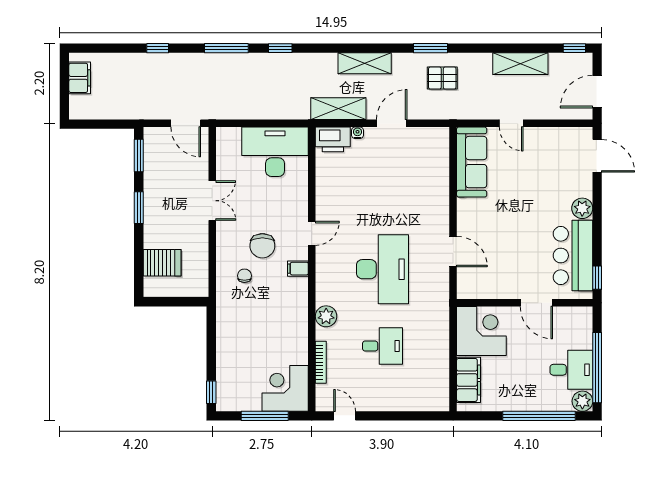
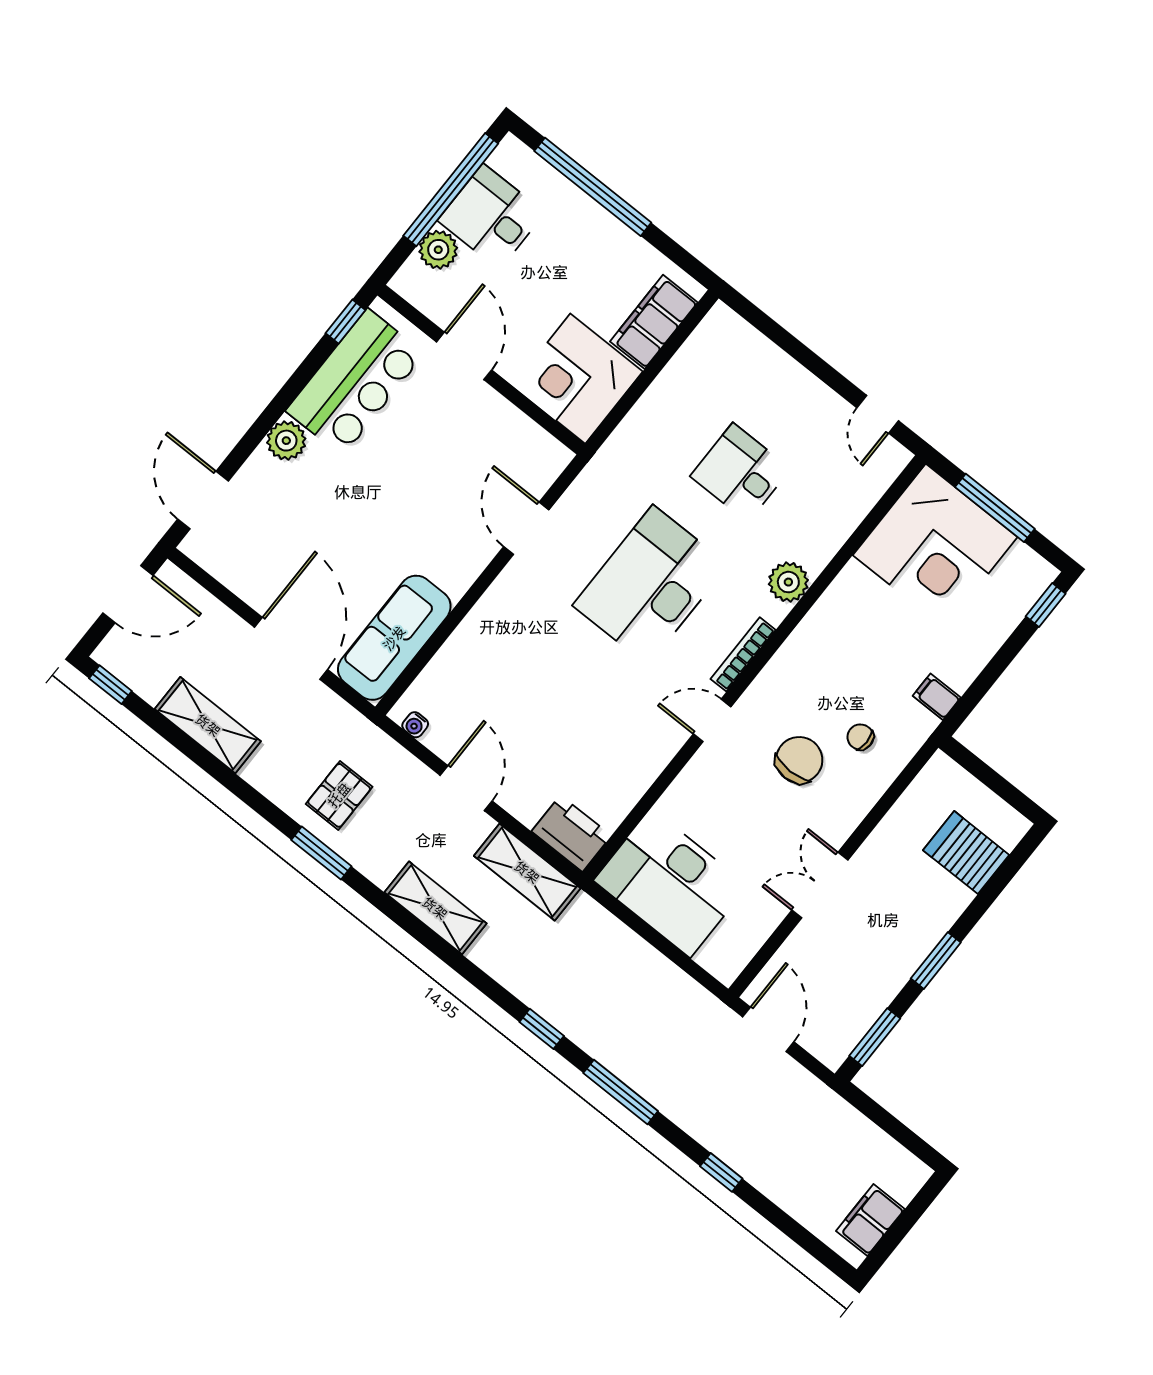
pallet: (442, 78) -> (339, 795), turned 90
door: (392, 123) -> (466, 788), swing flipped
door: (511, 123) -> (291, 648), width x1.88
water cooler: (358, 133) -> (415, 725), moved
filing cabinet: (298, 269) -> (937, 697), moved, turned 180
chair: (244, 276) -> (860, 737), turned 90
bookcase: (321, 362) -> (743, 654), moved
corner desk: (285, 388) -> (935, 546), width x1.36, depth x1.36
plant: (582, 401) -> (438, 250), moved

